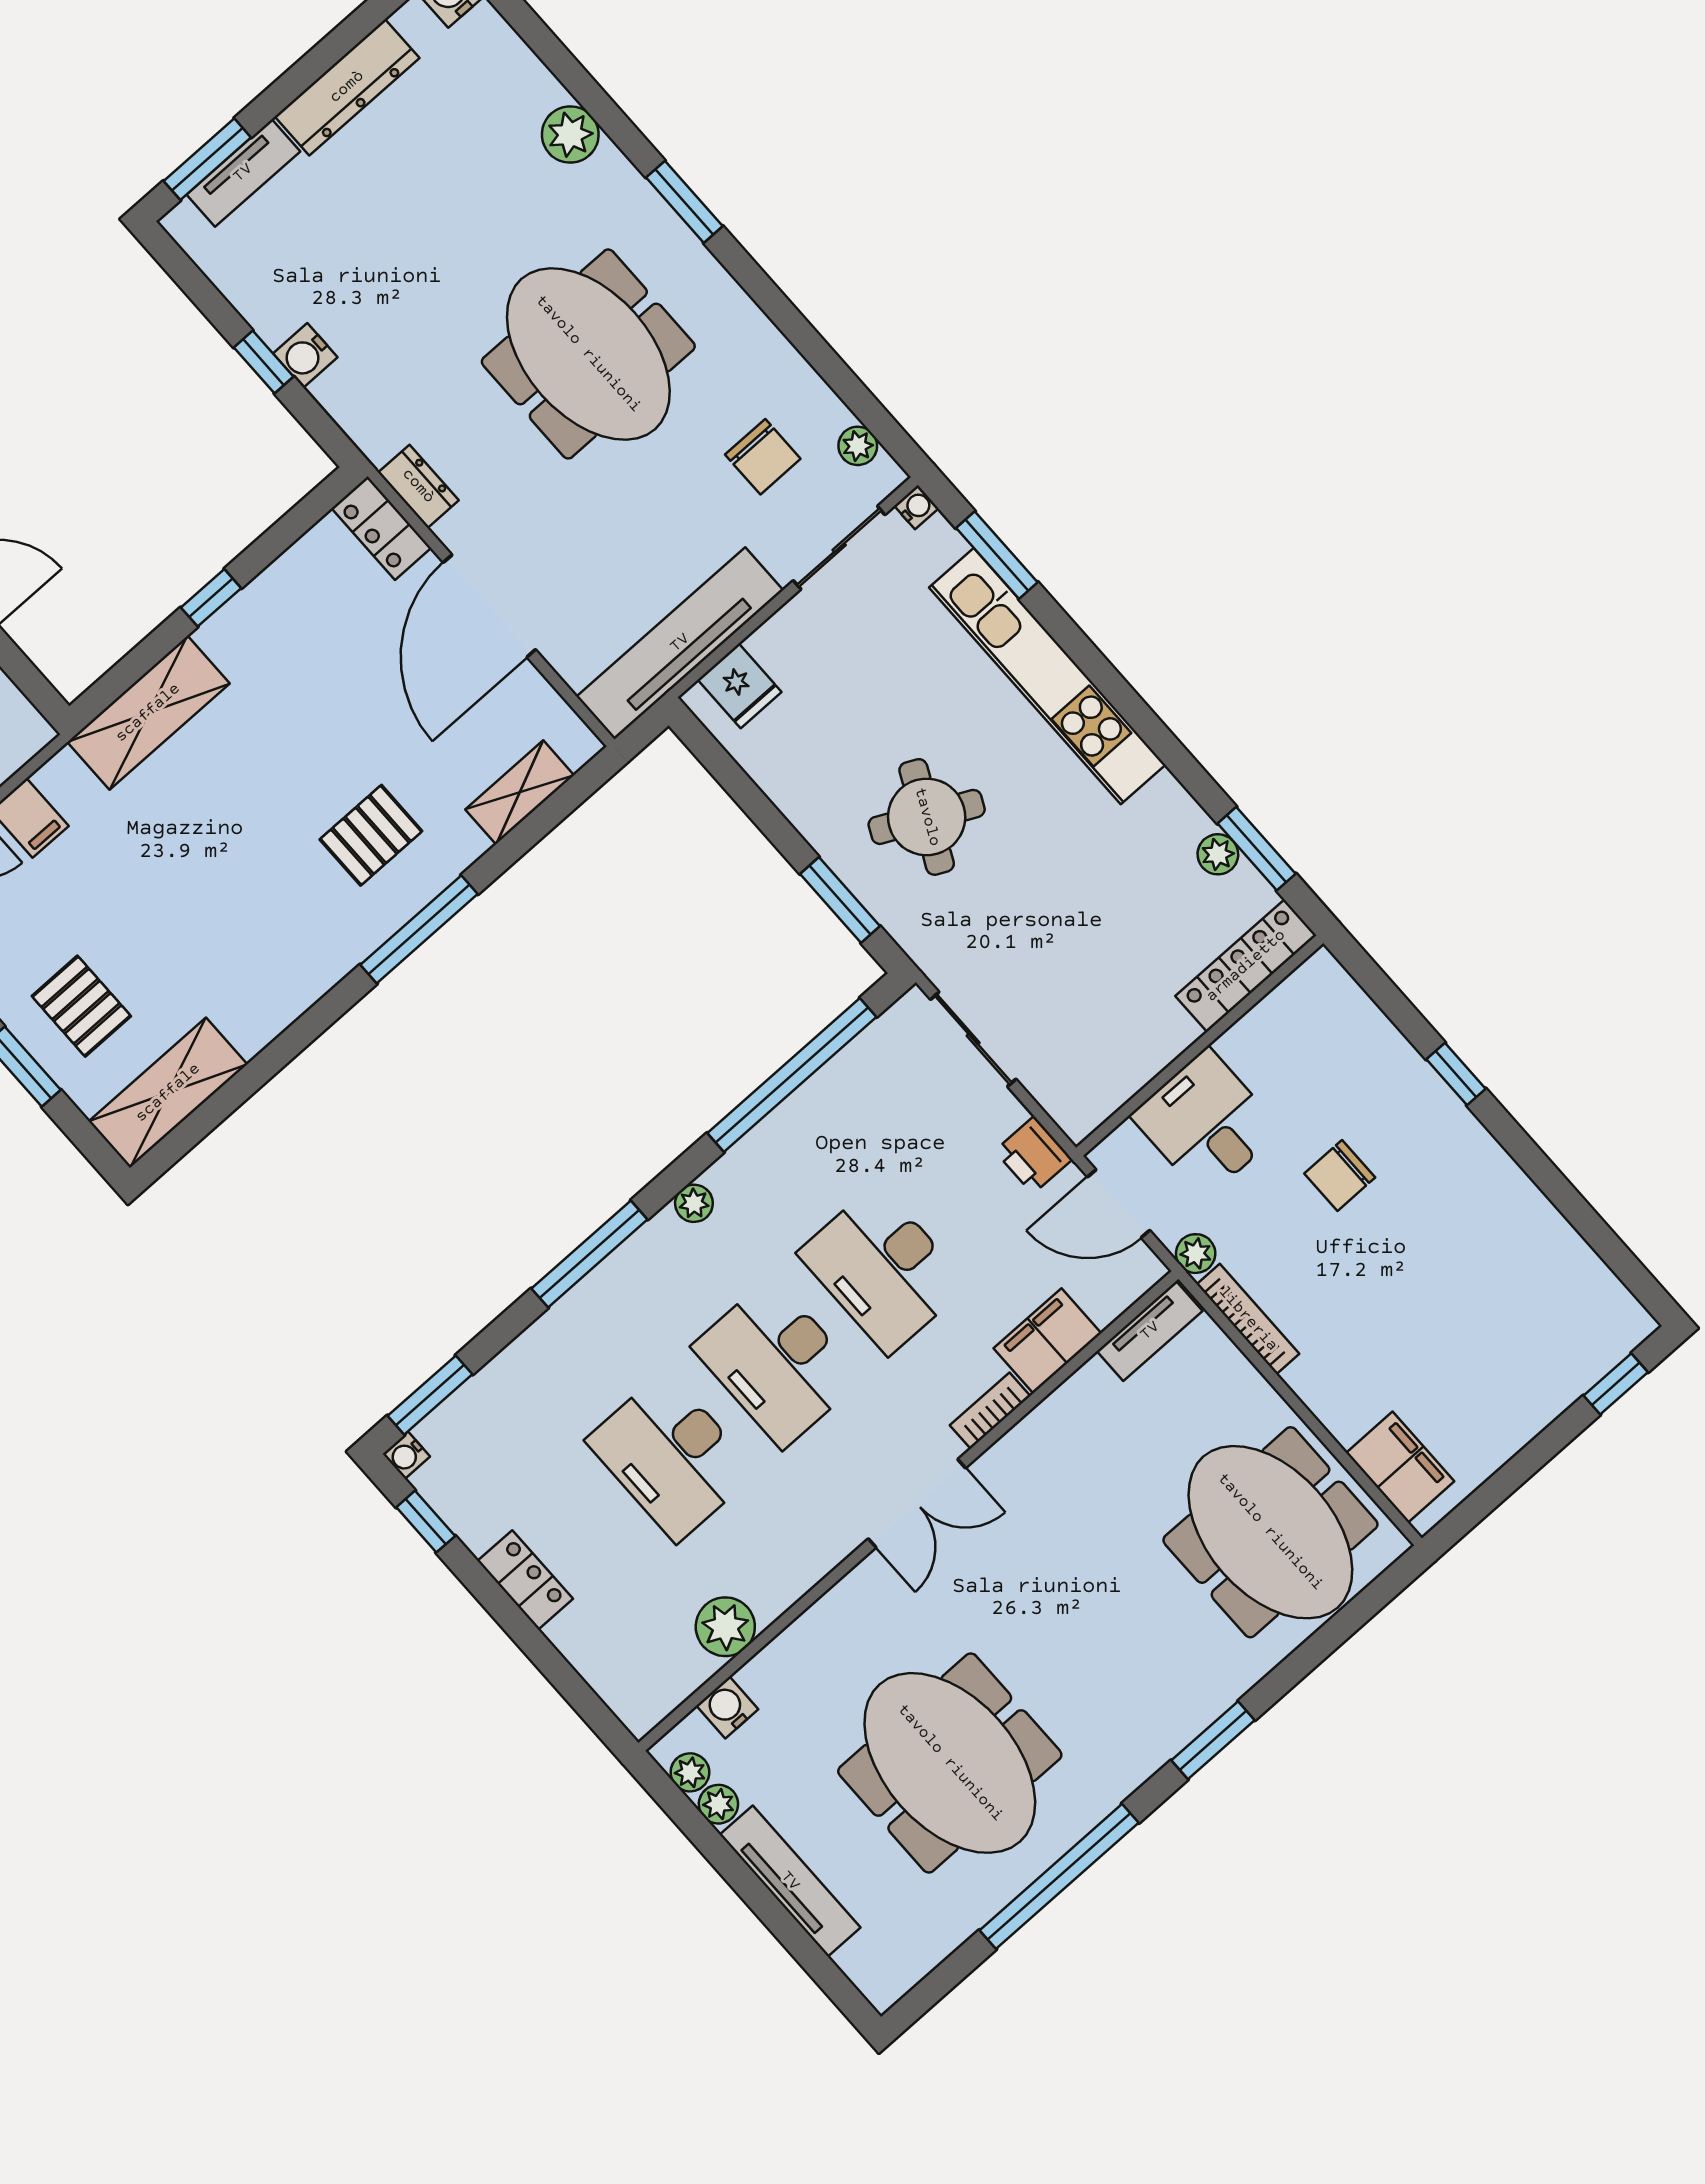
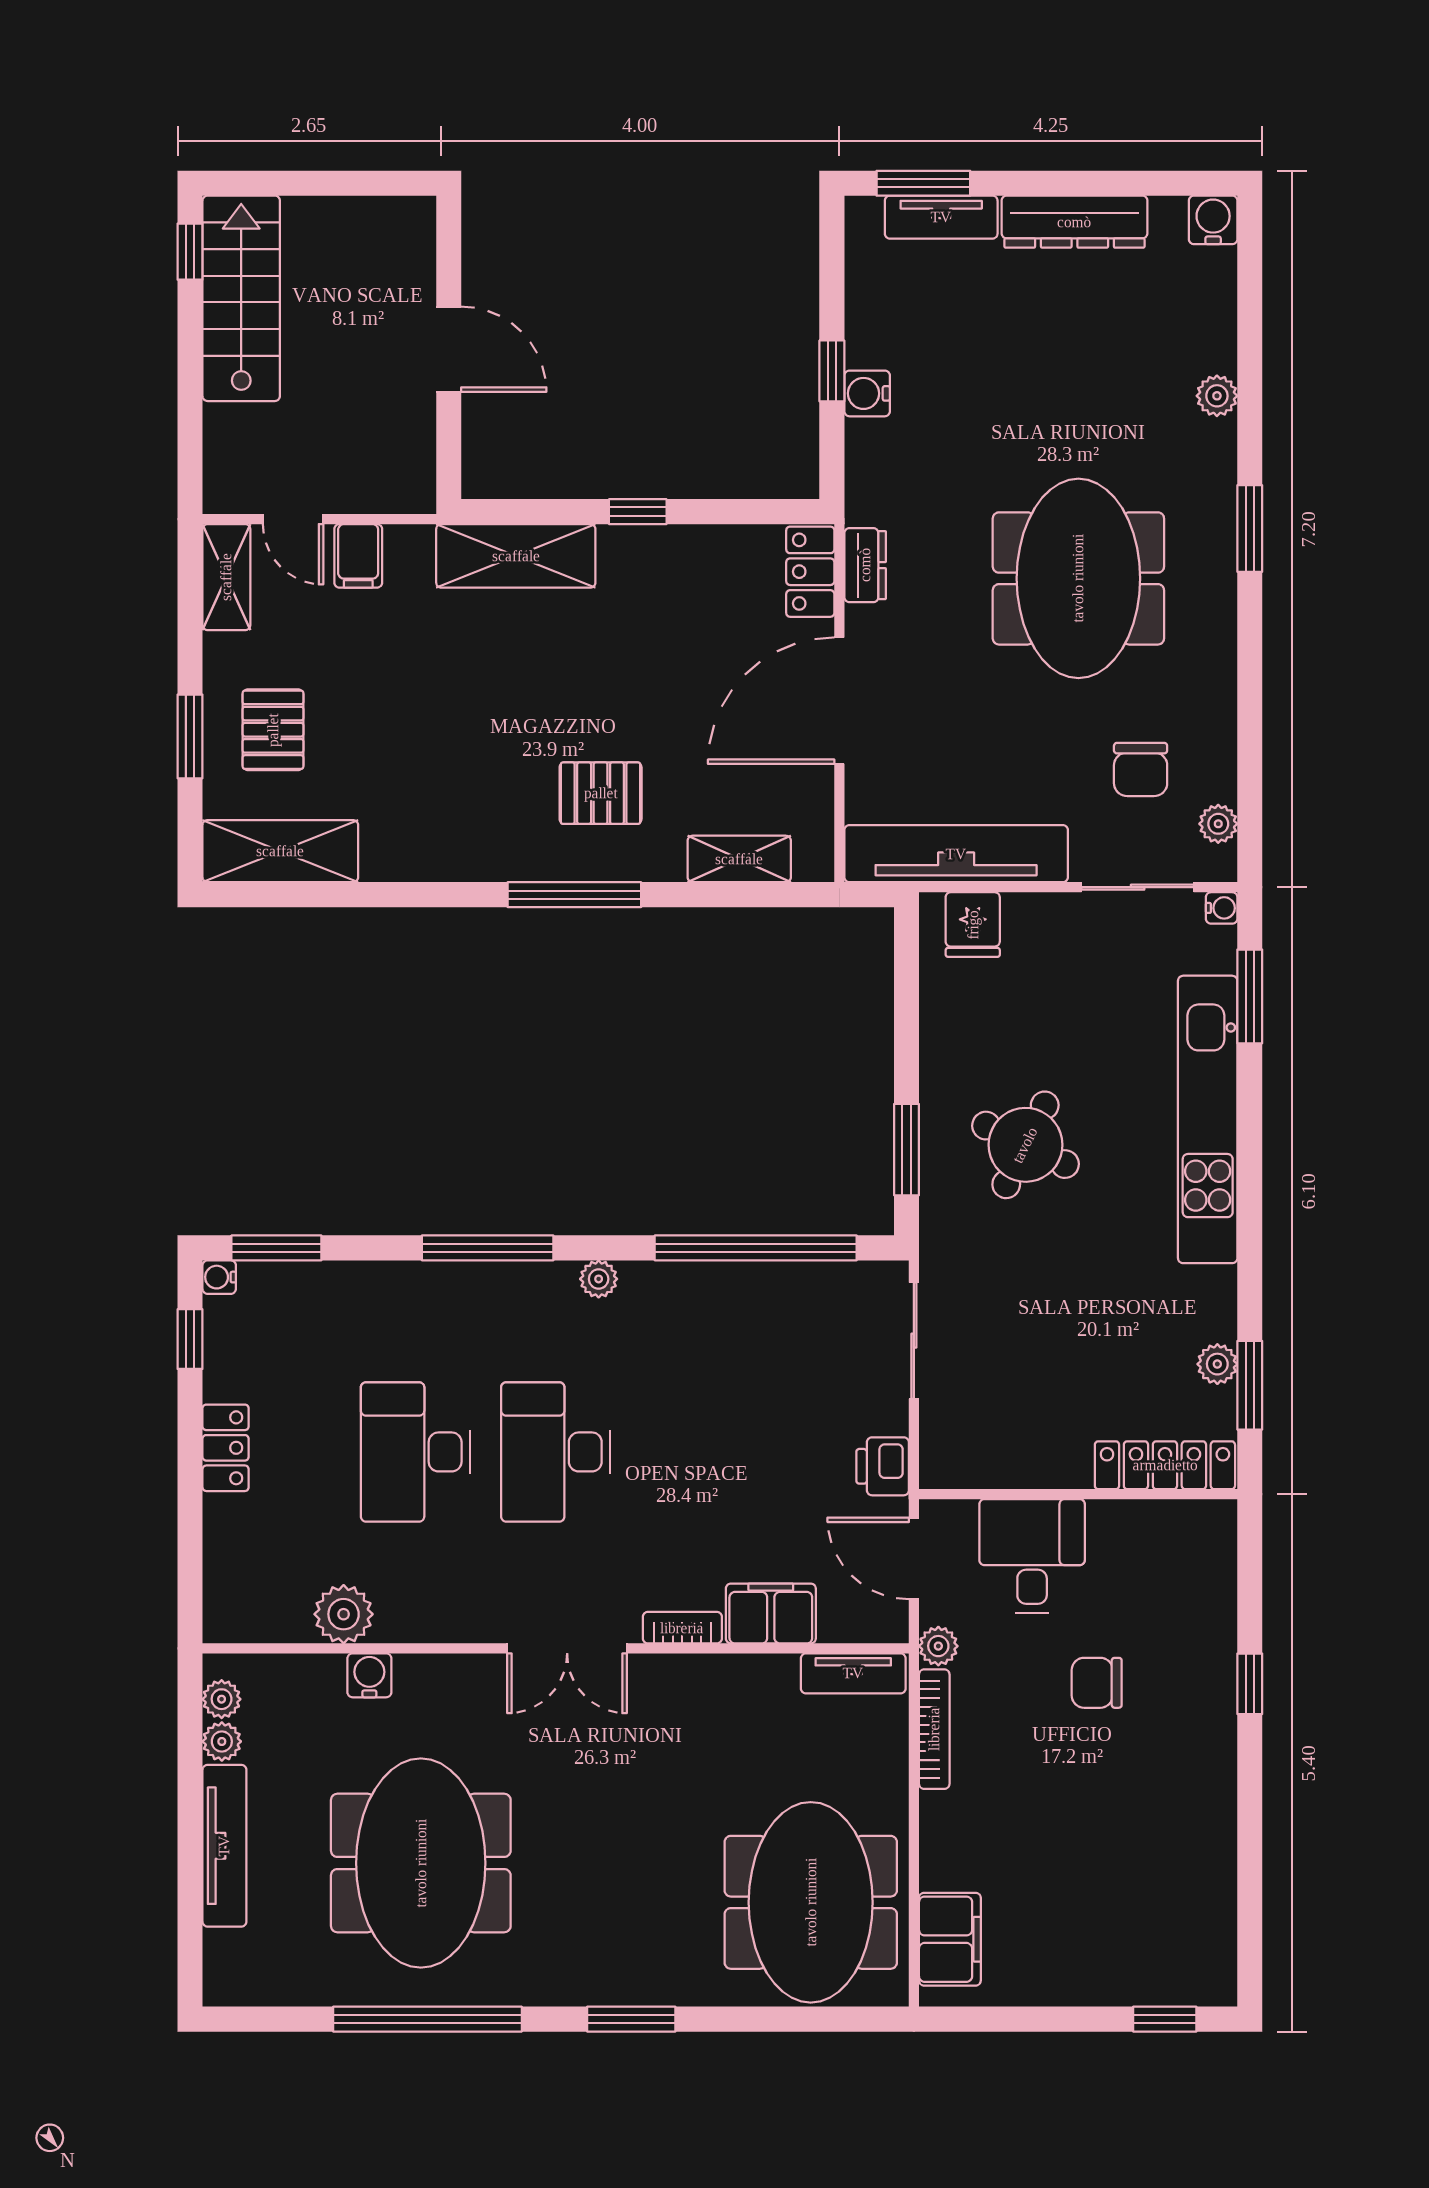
plant: (570, 134) -> (1217, 396), width x0.73, depth x0.73
desk: (883, 1269) -> (696, 1452), removed
water cooler: (727, 1707) -> (369, 1675), moved

